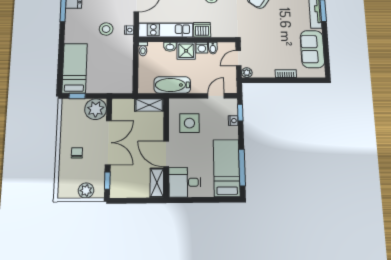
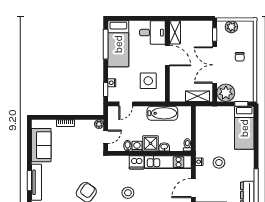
shelving: (149, 105) -> (198, 96), moved

